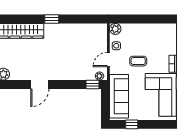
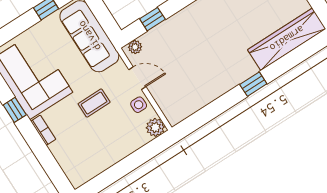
door: (108, 60) -> (137, 78), hinge flipped
window: (92, 84) -> (152, 19), moved

